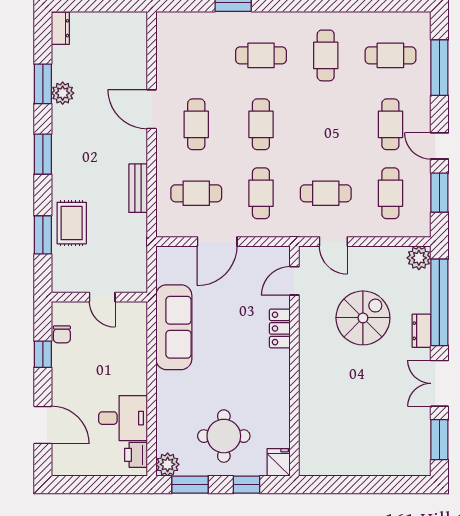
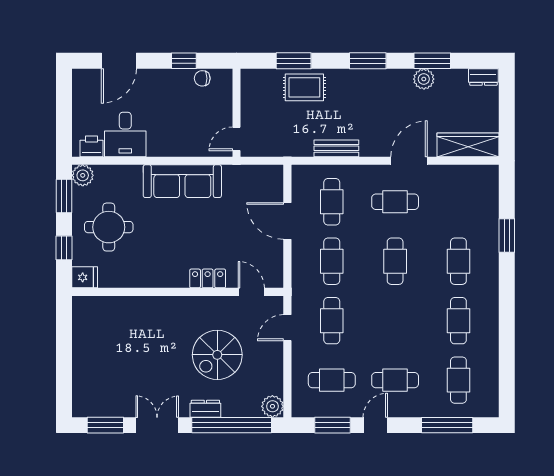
wardrobe: (134, 45) -> (468, 145), added
cafe table: (326, 55) -> (458, 321), turned 90
cafe table: (261, 124) -> (395, 261), turned 90
cafe table: (261, 193) -> (332, 261), turned 90
door: (102, 297) -> (236, 139), moved
spiral stairs: (363, 318) -> (217, 355), turned 90
sofa: (174, 327) -> (182, 181), moved

